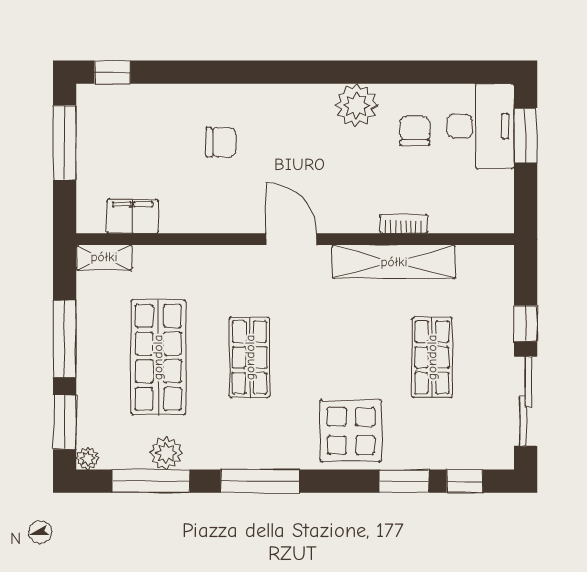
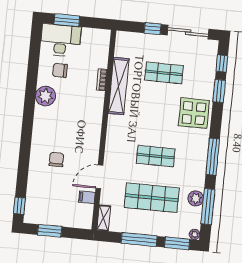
window: (65, 143) -> (50, 231), width x0.69
filing cabinet: (132, 216) -> (87, 197), width x0.50
door: (291, 239) -> (99, 177), moved

